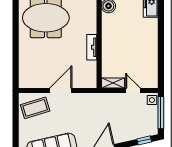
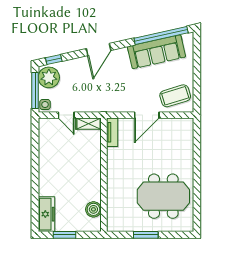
tv unit: (92, 47) -> (112, 132), moved
plant: (149, 124) -> (49, 77), added

